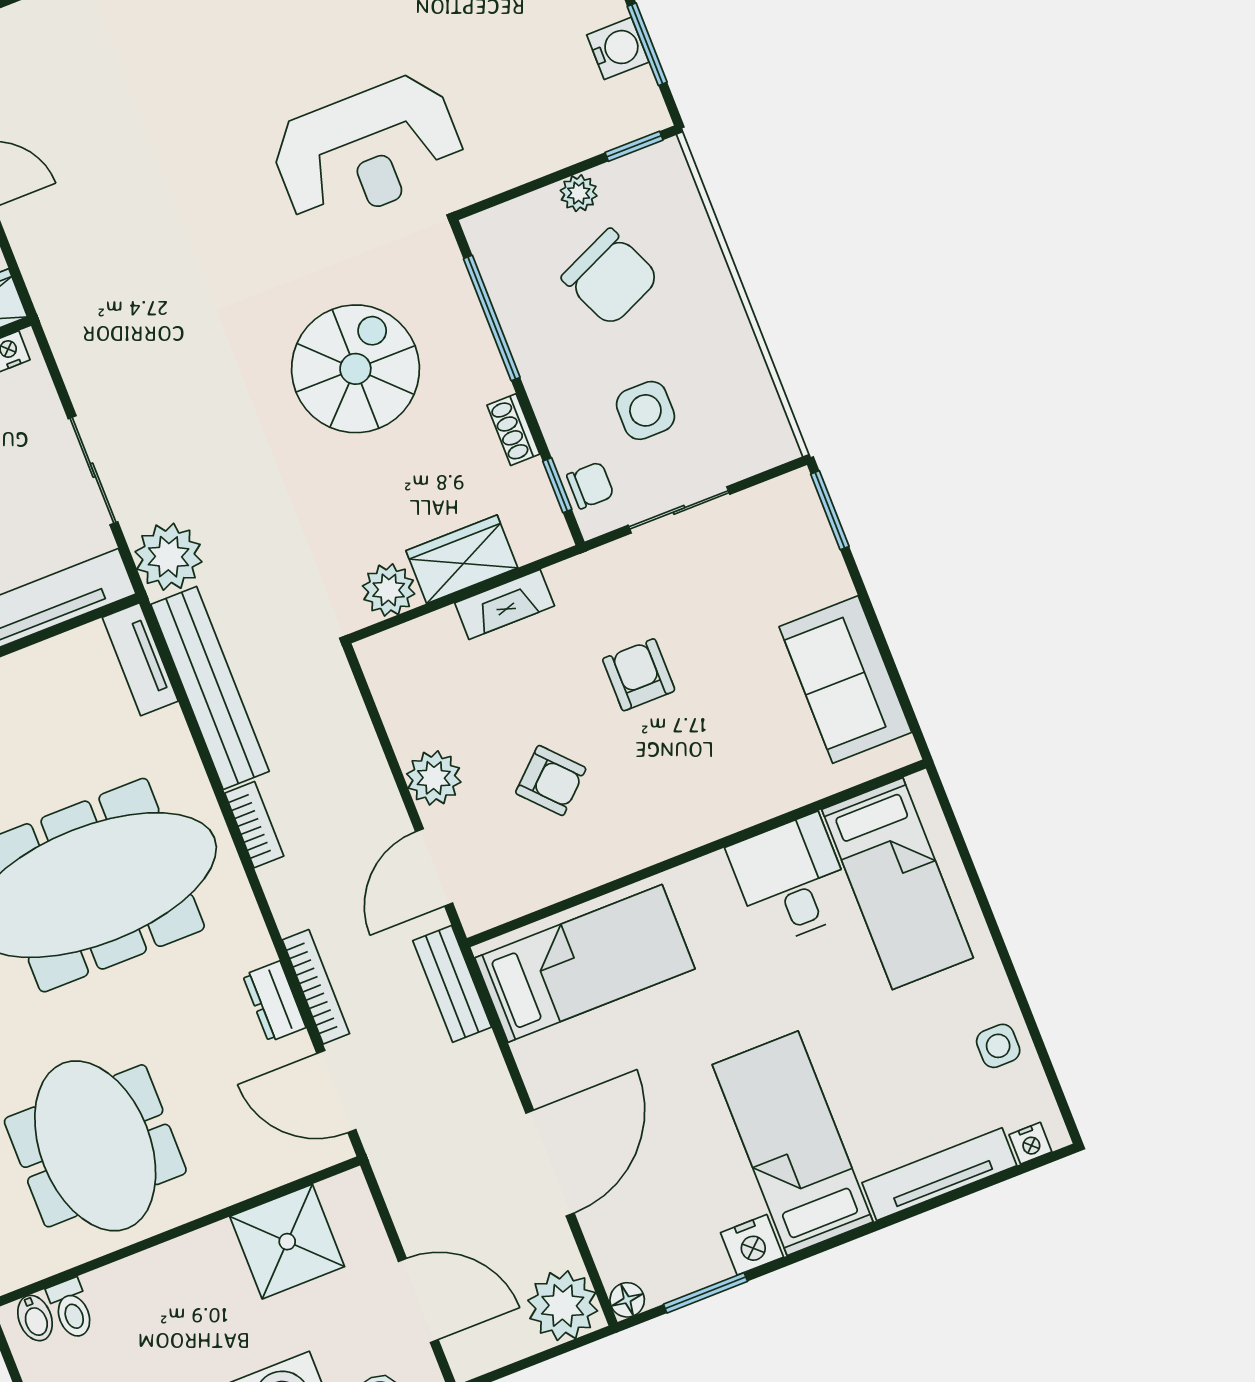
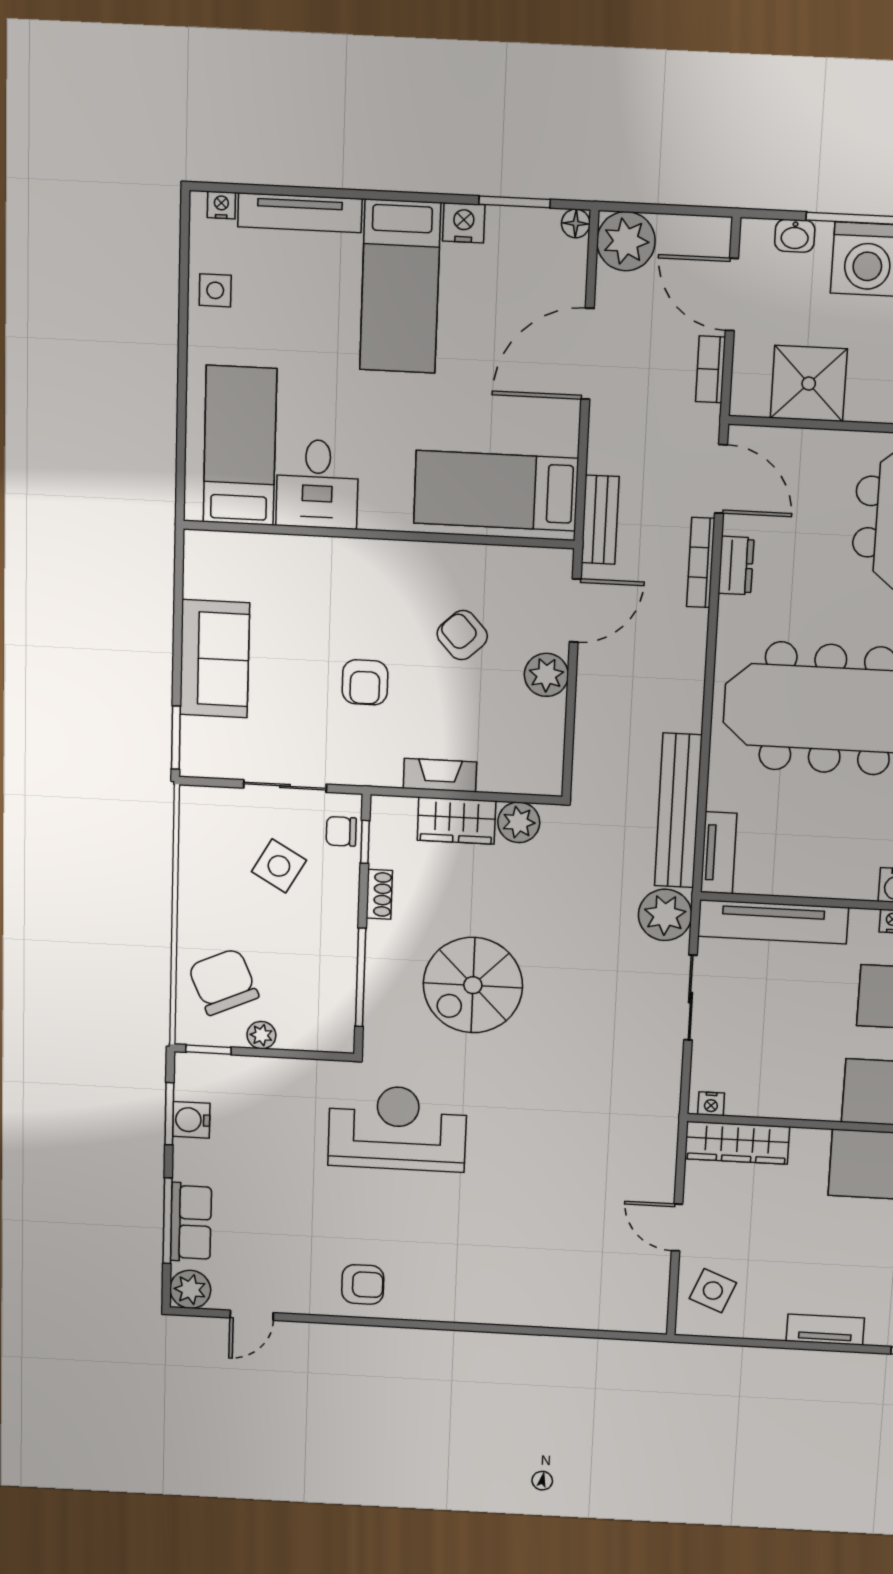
chair: (610, 277) -> (223, 982), moved
side table: (645, 410) -> (279, 866), turned 30
sofa: (845, 679) -> (215, 659), moved
bookcase: (254, 825) -> (710, 369), moved

